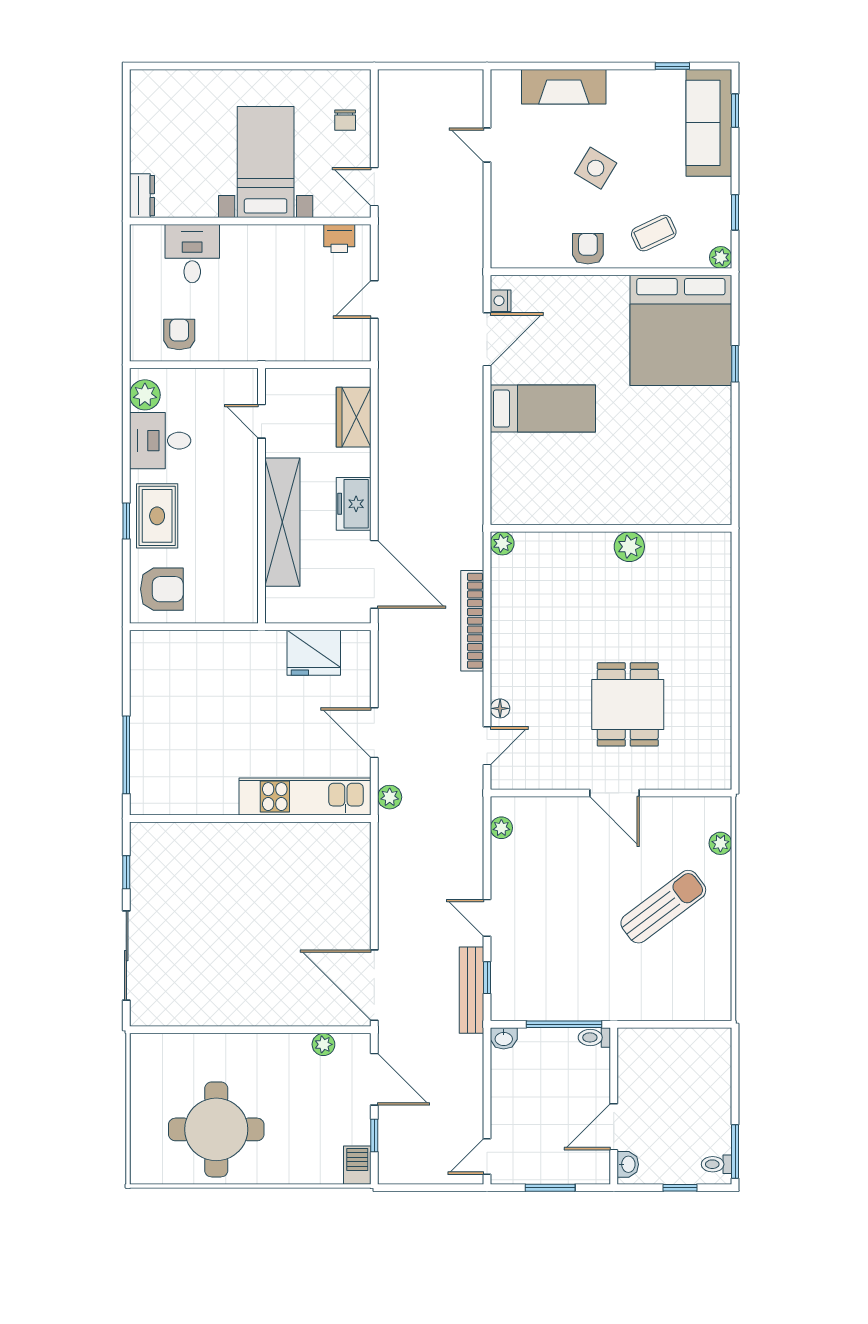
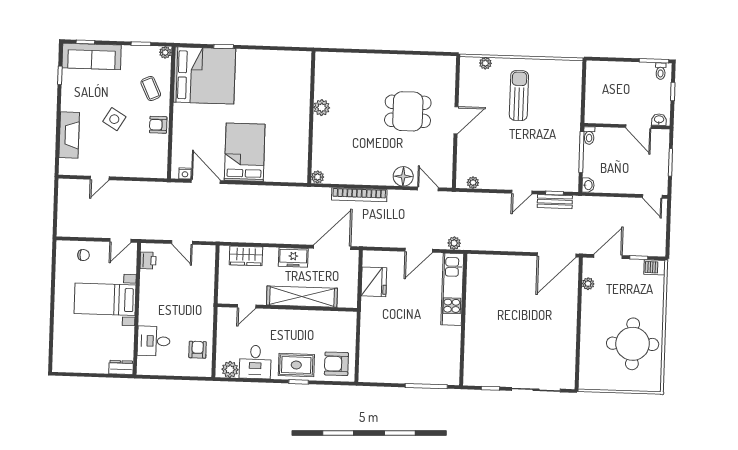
armchair: (179, 334) -> (198, 350), turned 90
bed: (543, 409) -> (245, 152), width x1.50
armchair: (162, 589) -> (336, 364), turned -90
floor lamp: (500, 708) -> (403, 176), width x1.89, depth x1.89
sun lounger: (663, 907) -> (519, 96), turned 37
bench: (472, 990) -> (555, 202), width x0.73

